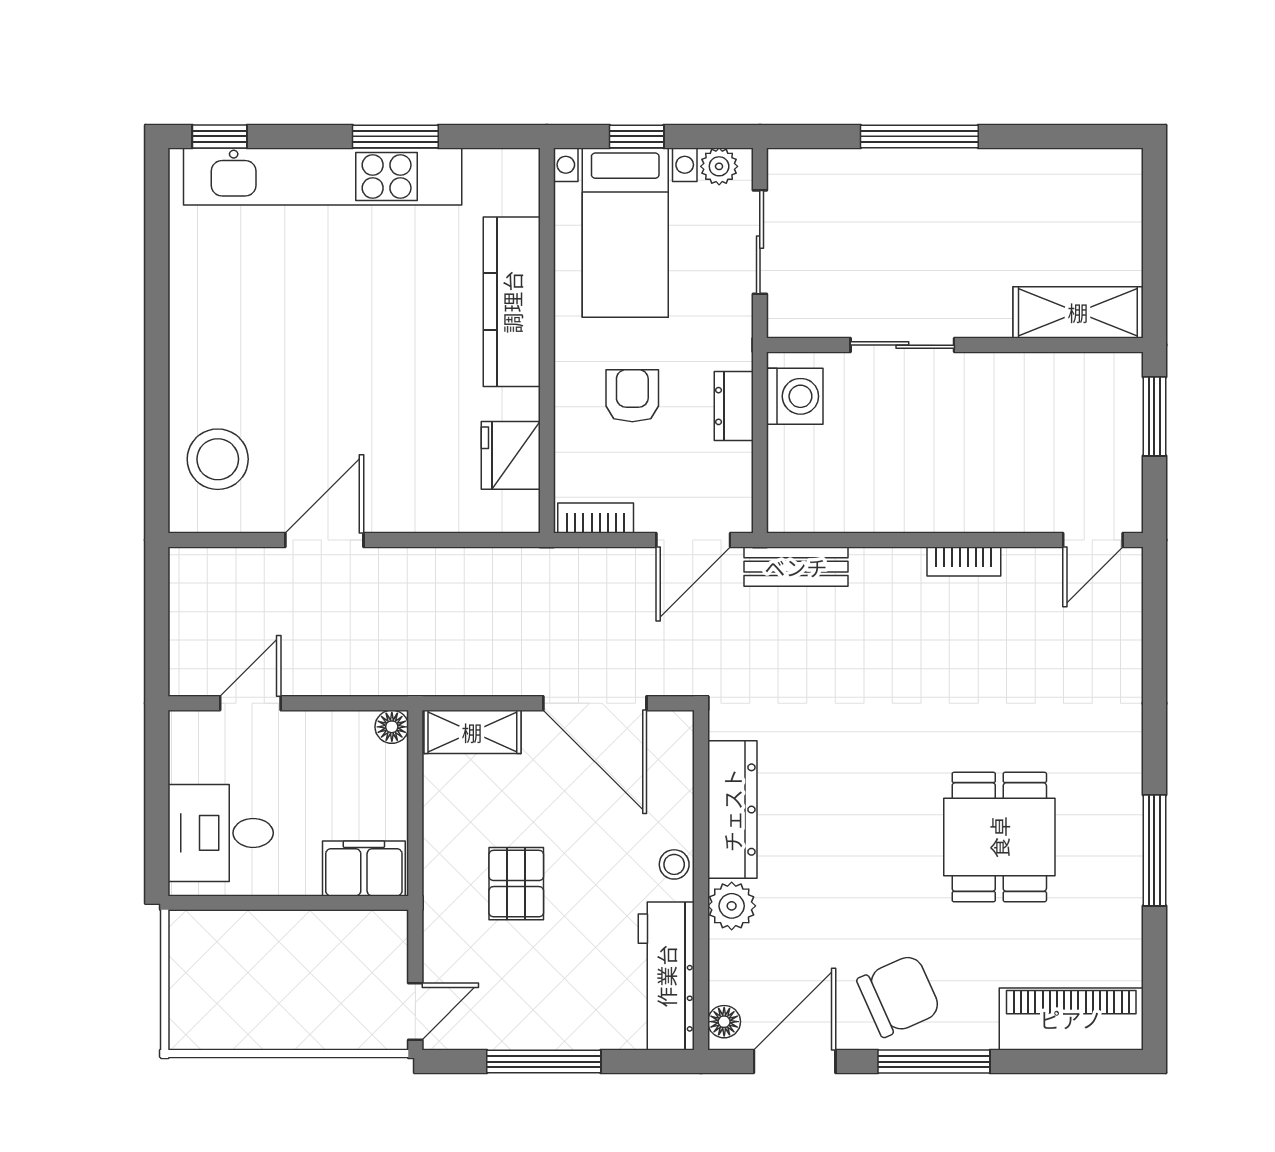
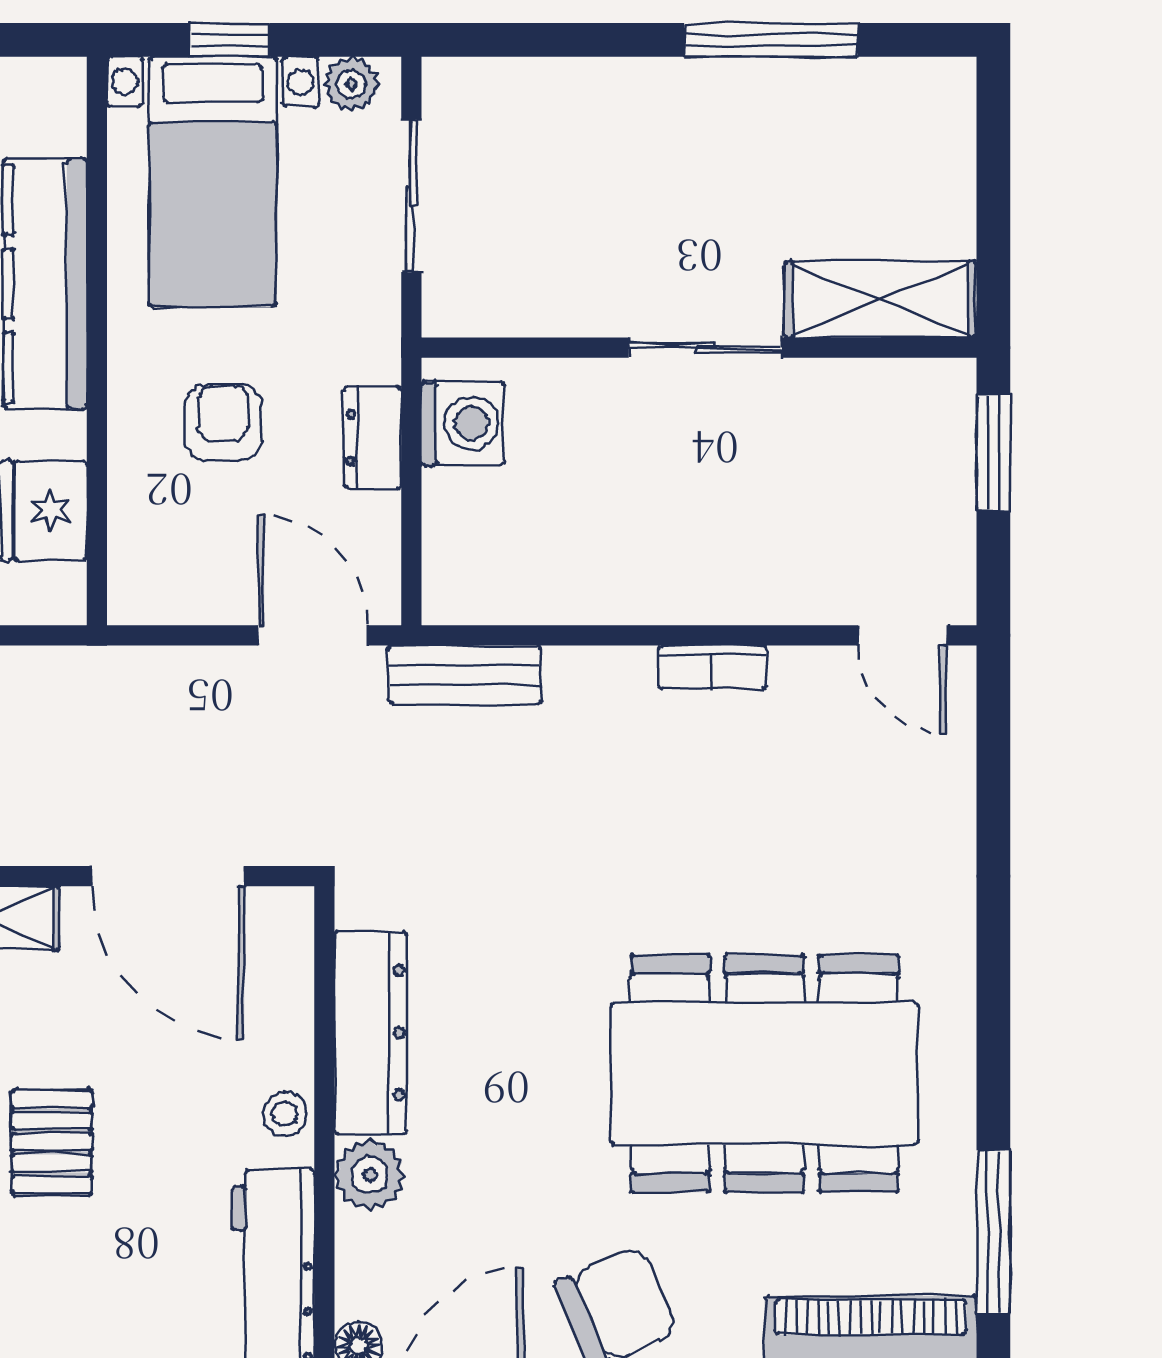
window: (919, 136) -> (771, 40), moved
sliding door: (902, 345) -> (705, 348), moved
bookcase: (596, 518) -> (169, 603), removed
door: (693, 540) -> (313, 635), swing flipped
door: (1093, 540) -> (902, 635), hinge flipped
dining table: (999, 837) -> (764, 1073), width x1.88, depth x1.24
window: (1154, 850) -> (993, 1232), moved

